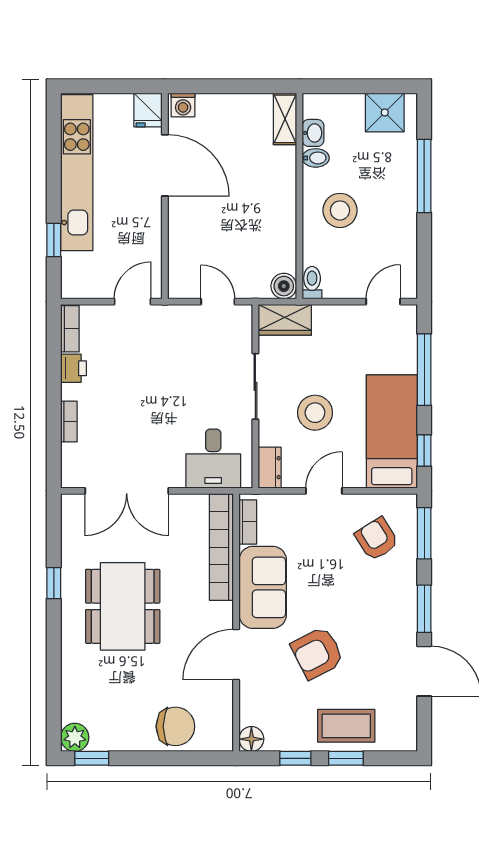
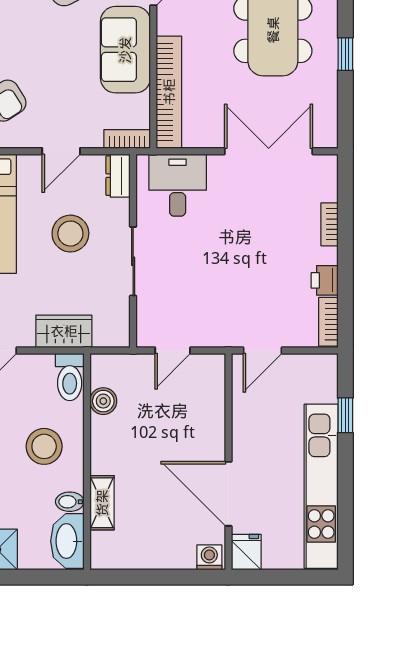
shelving: (285, 119) -> (102, 503), moved
washbasin: (313, 133) -> (67, 541), width x1.91, depth x1.45
toilet: (312, 283) -> (70, 377), width x1.37, depth x1.39
boiler: (284, 286) -> (103, 401), moved
door: (218, 302) -> (173, 350), hinge flipped
wardrobe: (285, 320) -> (64, 331), moved
bookcase: (248, 522) -> (127, 139), moved, turned 90

